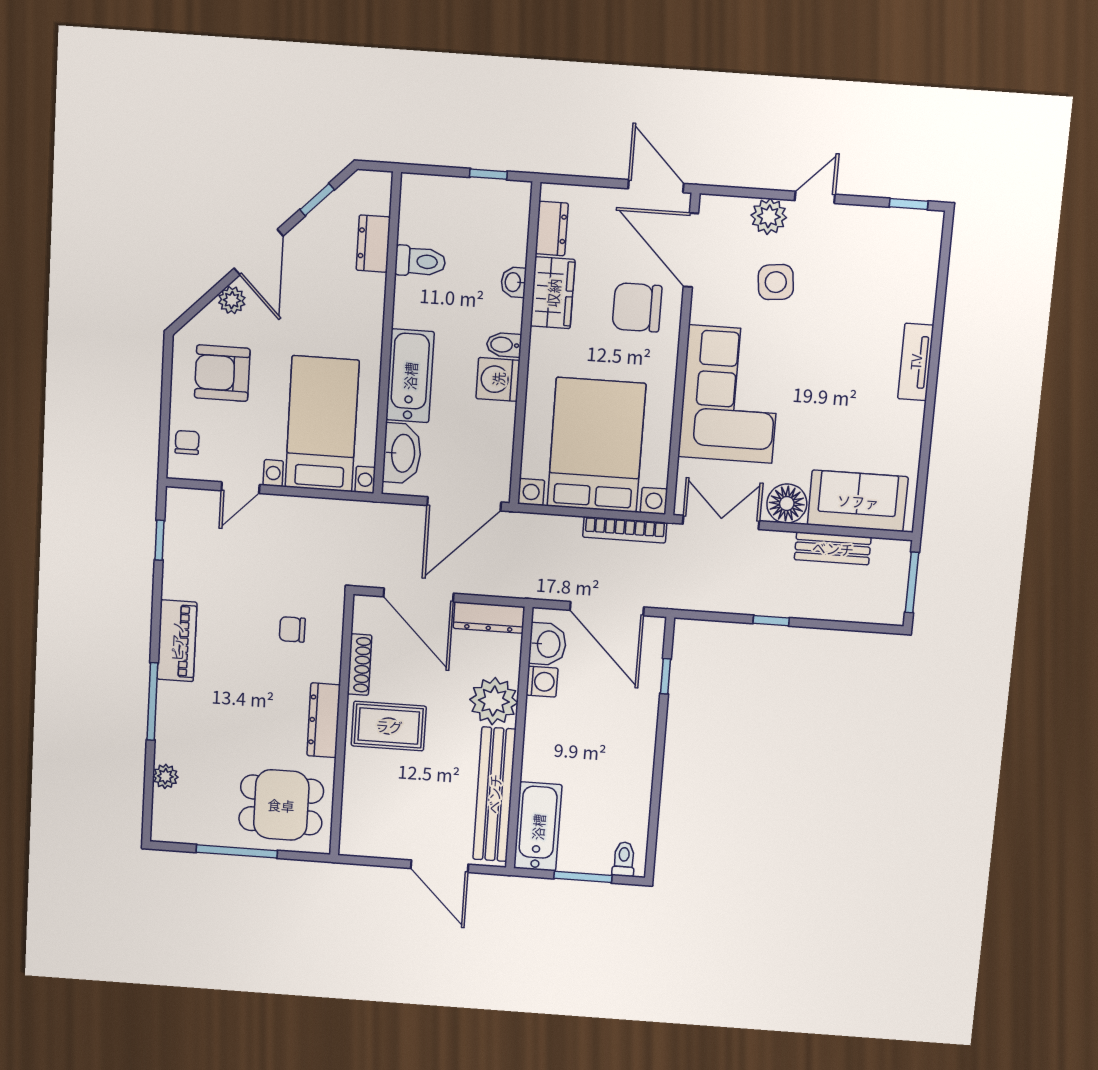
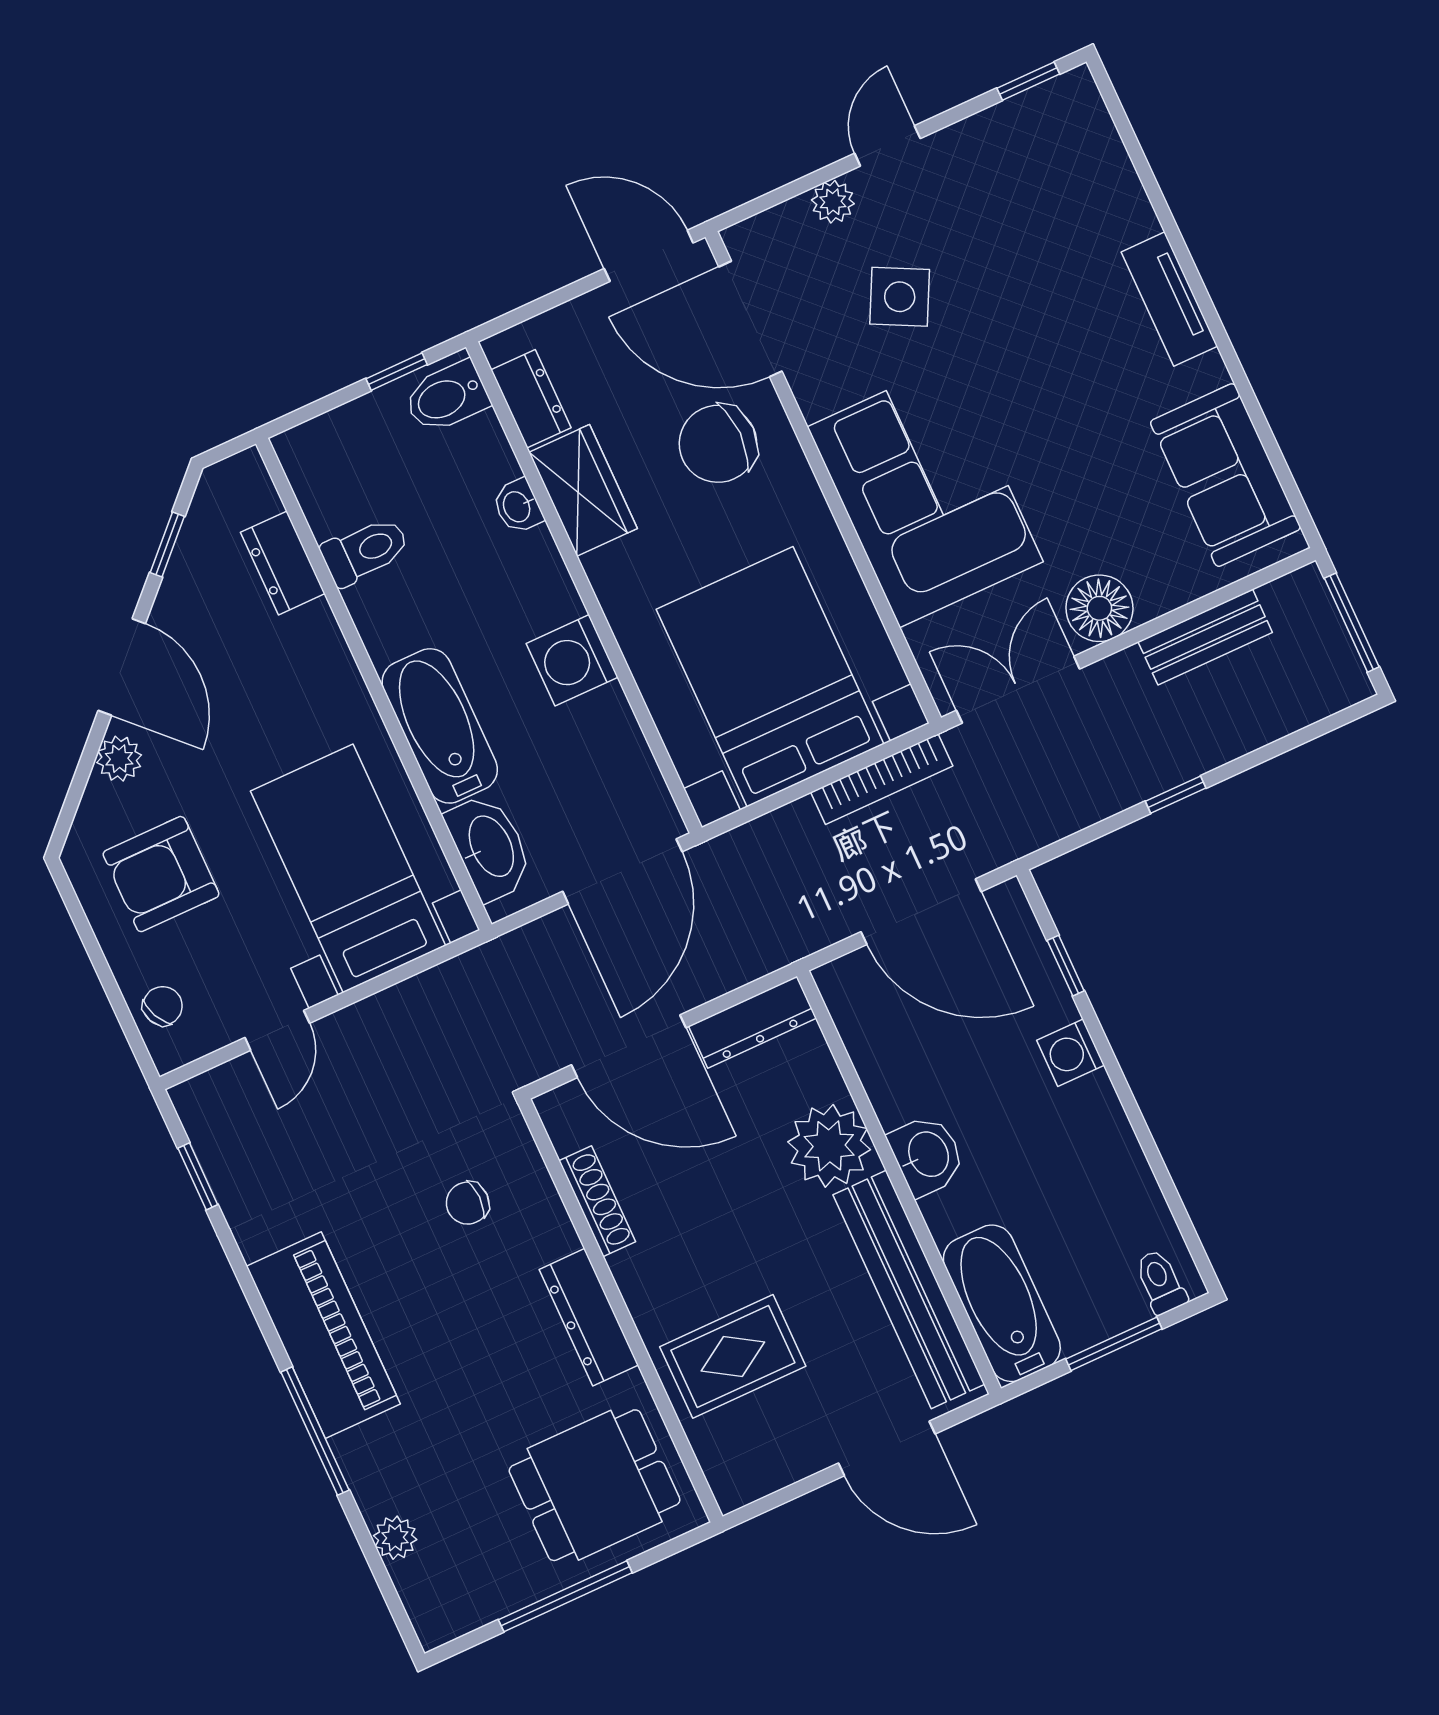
plant: (769, 216) -> (833, 202), width x0.73, depth x0.73
side table: (776, 282) -> (900, 297), turned 33
bidet: (504, 345) -> (447, 397), moved, width x1.38, depth x1.36
chair: (187, 442) -> (163, 1006), turned 65
sofa: (858, 501) -> (1225, 475), moved, turned -90
piano: (177, 641) -> (323, 1335), width x1.37, depth x1.33
washbasin: (548, 644) -> (927, 1155), moved
washing machine: (542, 682) -> (1070, 1053), moved, turned 180
rug: (389, 726) -> (733, 1356), moved

